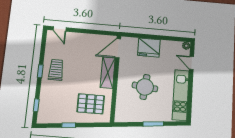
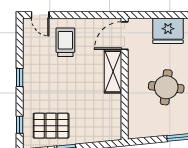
trolley: (56, 70) -> (65, 42), moved
pallet: (91, 104) -> (51, 126), moved

